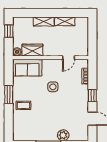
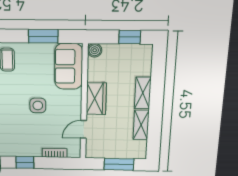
window: (92, 34) -> (119, 164), added
wardrobe: (32, 50) -> (96, 99), moved
door: (68, 58) -> (84, 129), hinge flipped
window: (9, 95) -> (43, 36), moved

